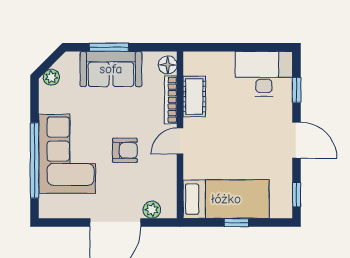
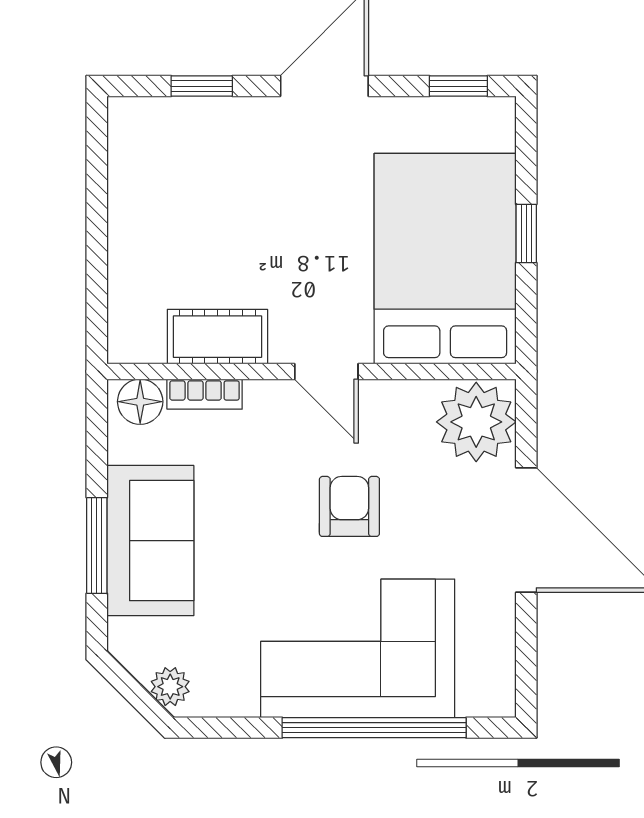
desk: (264, 74) -> (162, 166), removed
bookcase: (171, 100) -> (205, 394), width x0.64
bed: (226, 199) -> (445, 259), width x1.50
plant: (152, 210) -> (476, 422), width x1.87, depth x1.87

